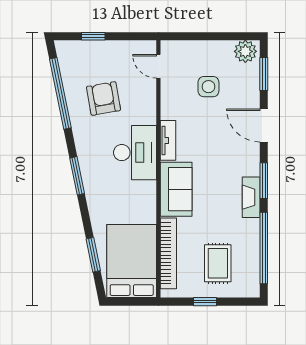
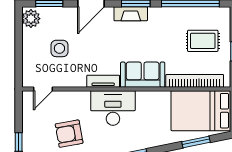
fireplace: (251, 197) -> (131, 14), moved

